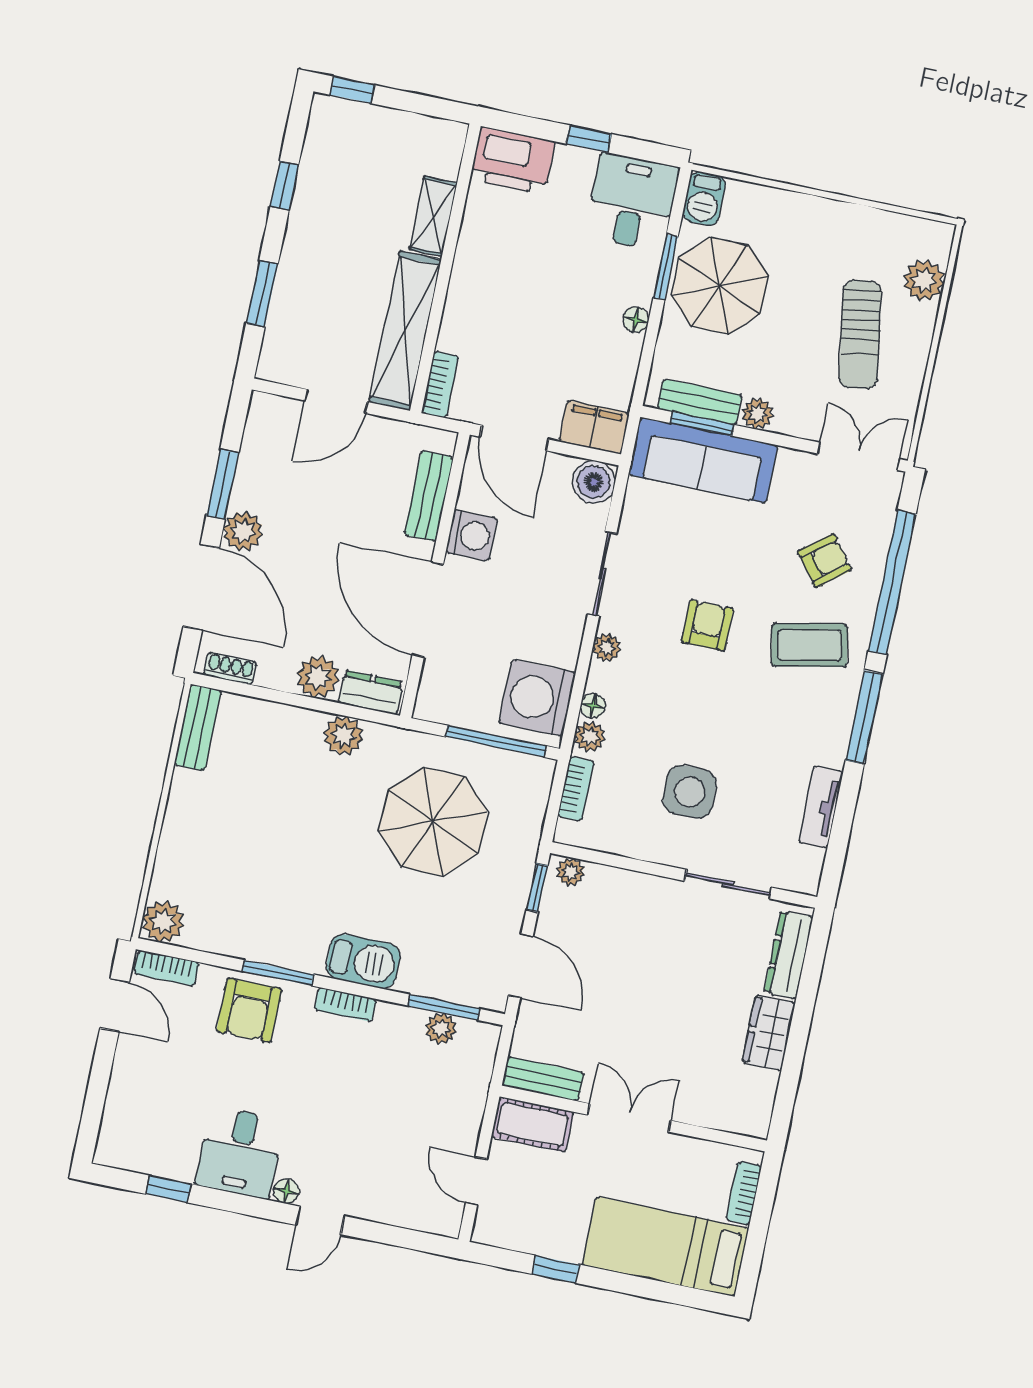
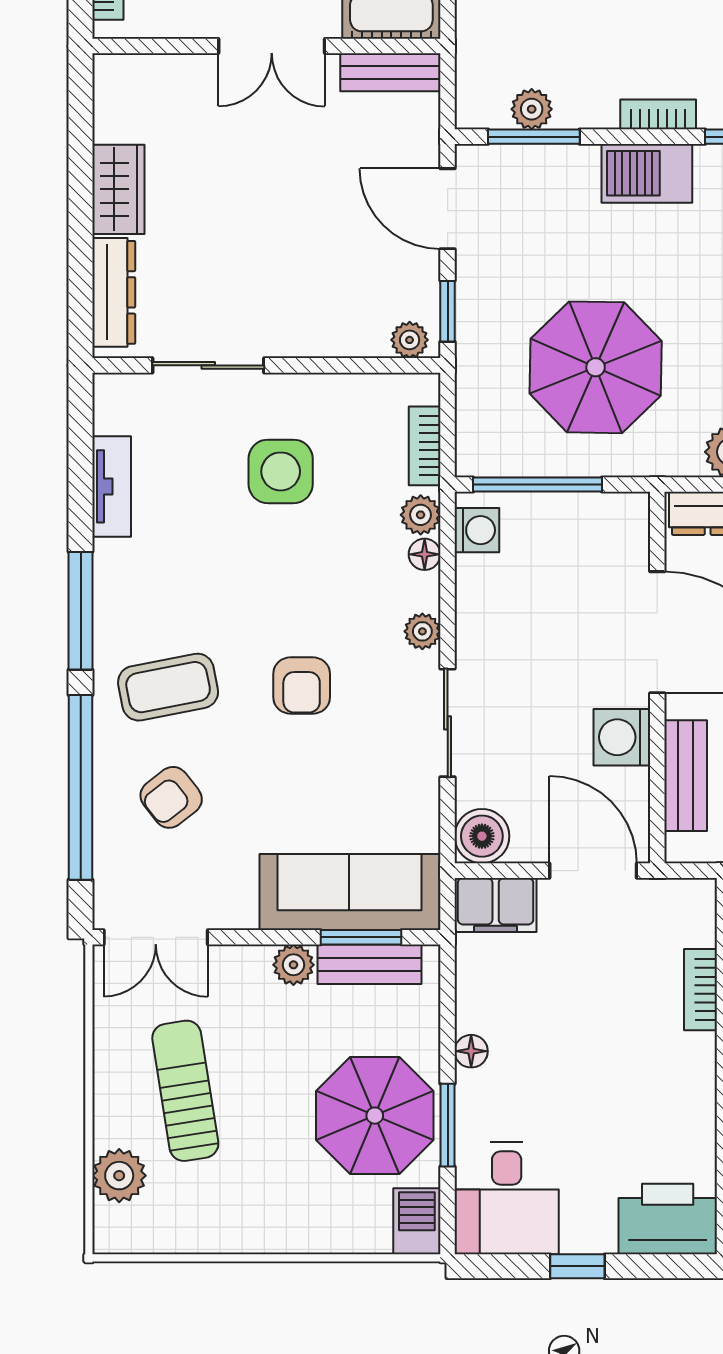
bookcase: (440, 385) -> (701, 990), moved
washing machine: (537, 698) -> (477, 530), width x0.53, depth x0.53

